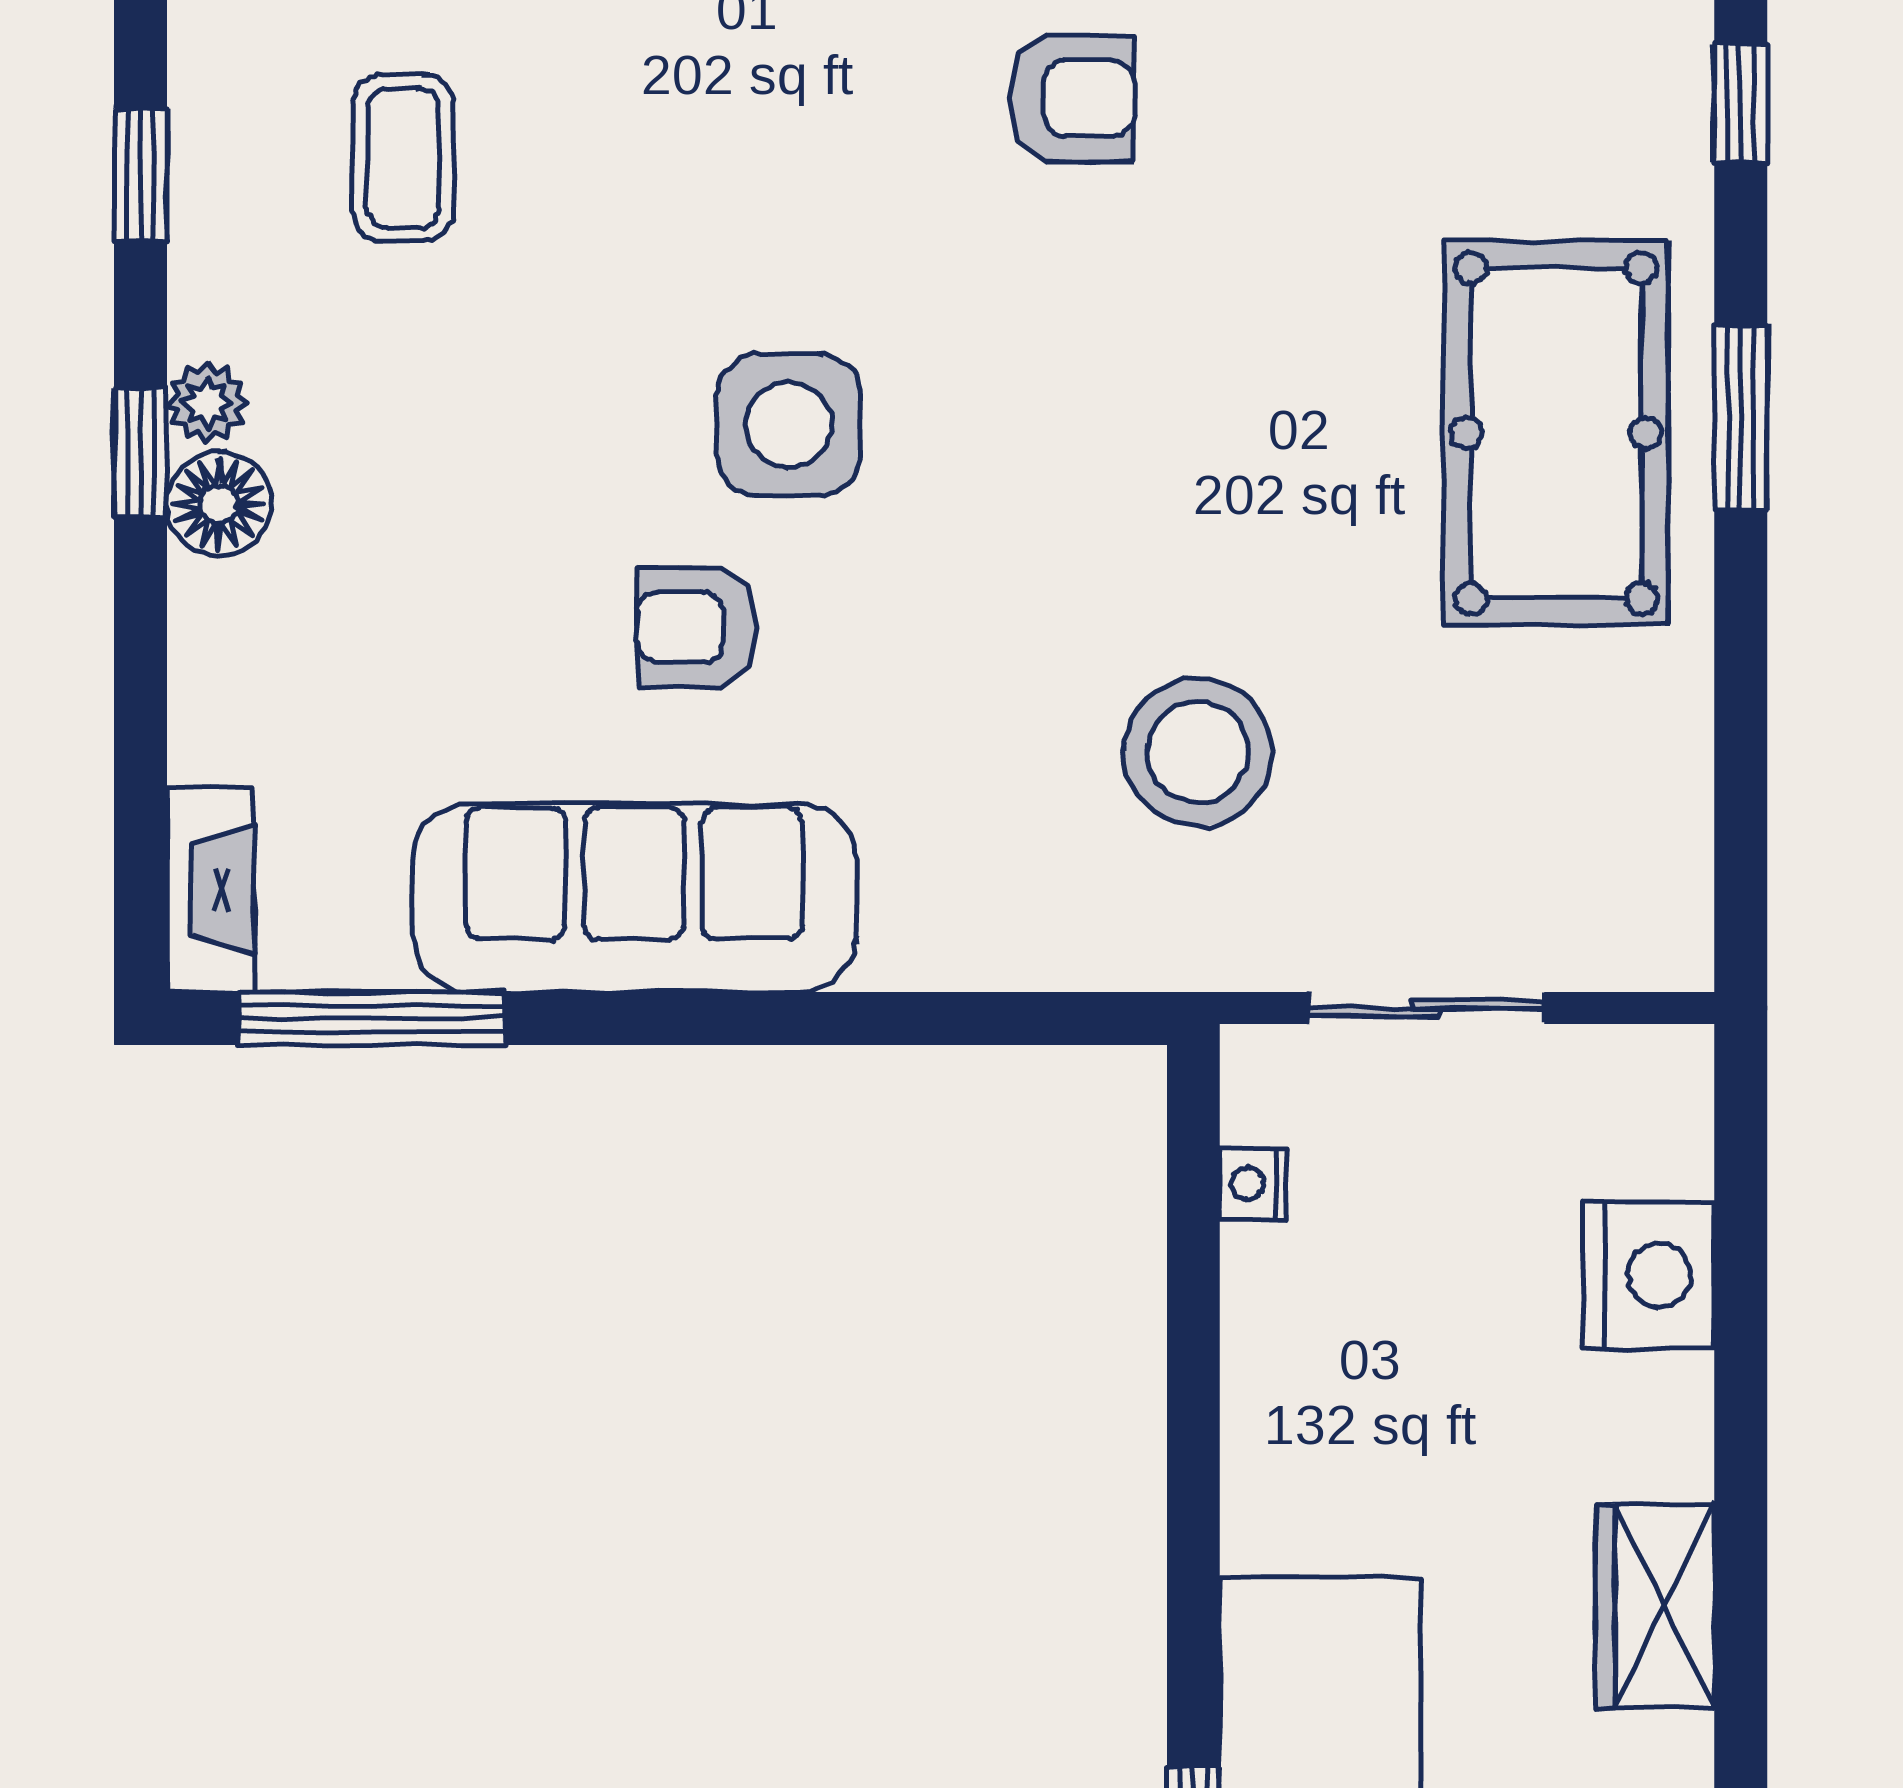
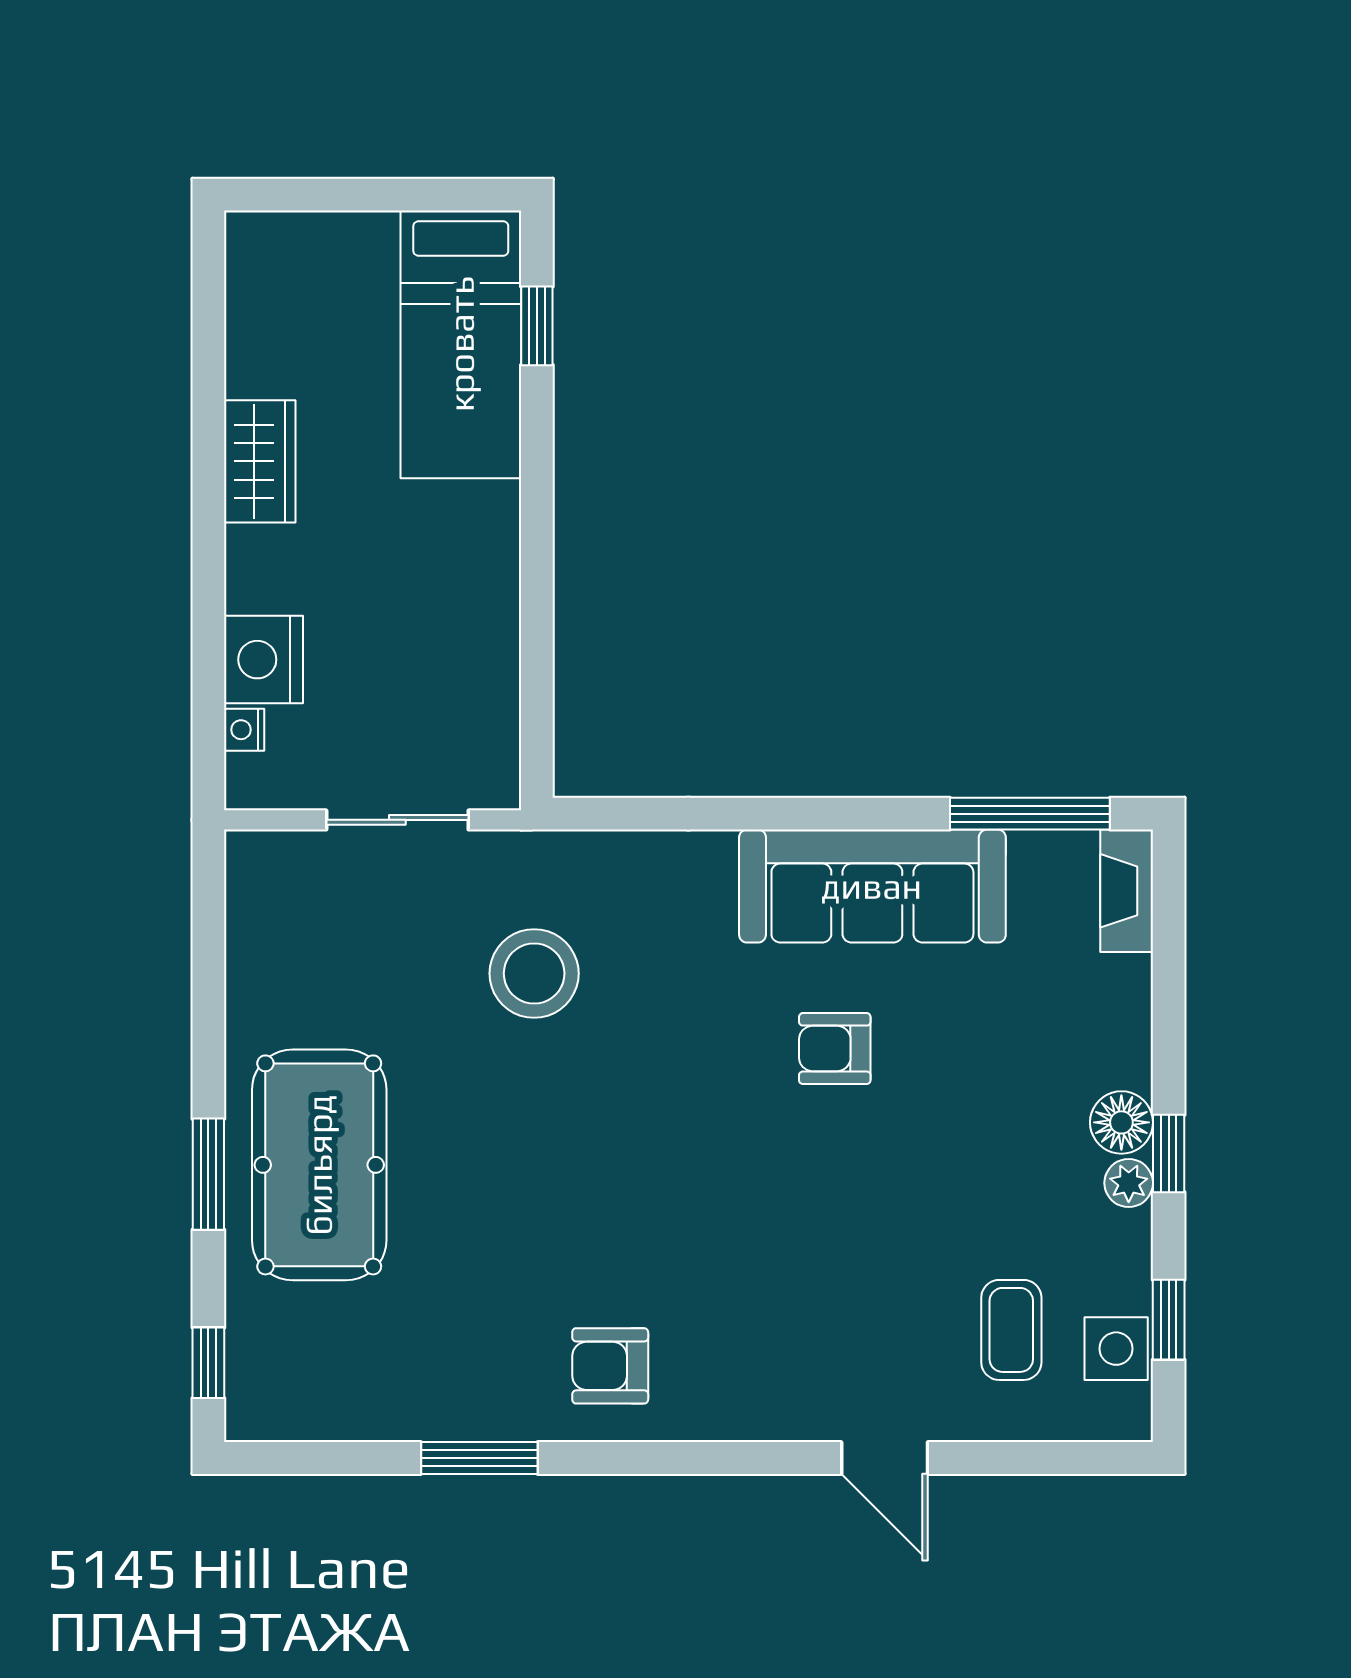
side table: (789, 425) -> (1116, 1349), moved, width x0.73, depth x0.73
armchair: (697, 627) -> (835, 1049), turned 180
nightstand: (1253, 1184) -> (244, 730), moved, turned 180

